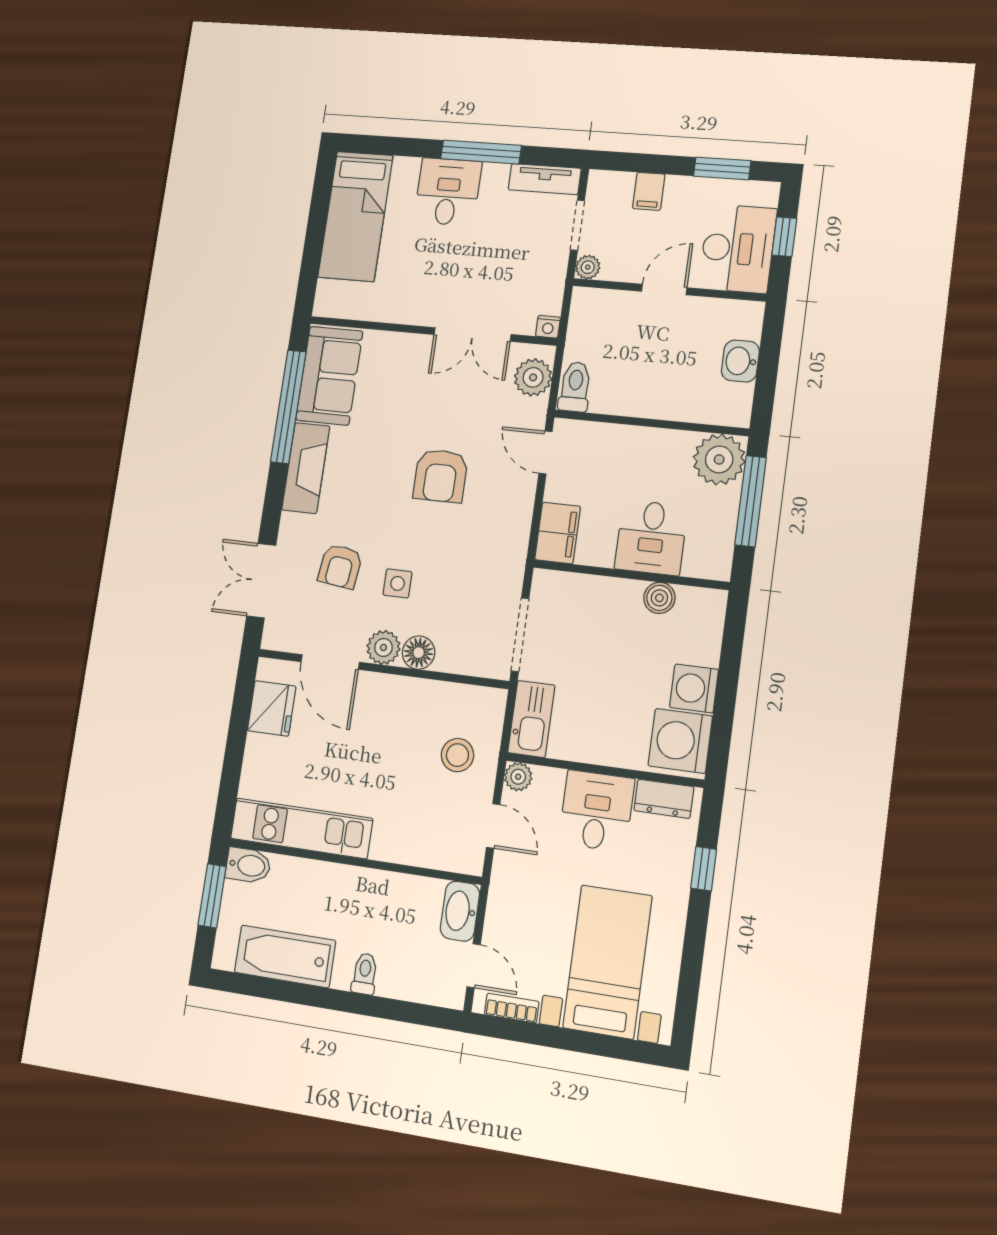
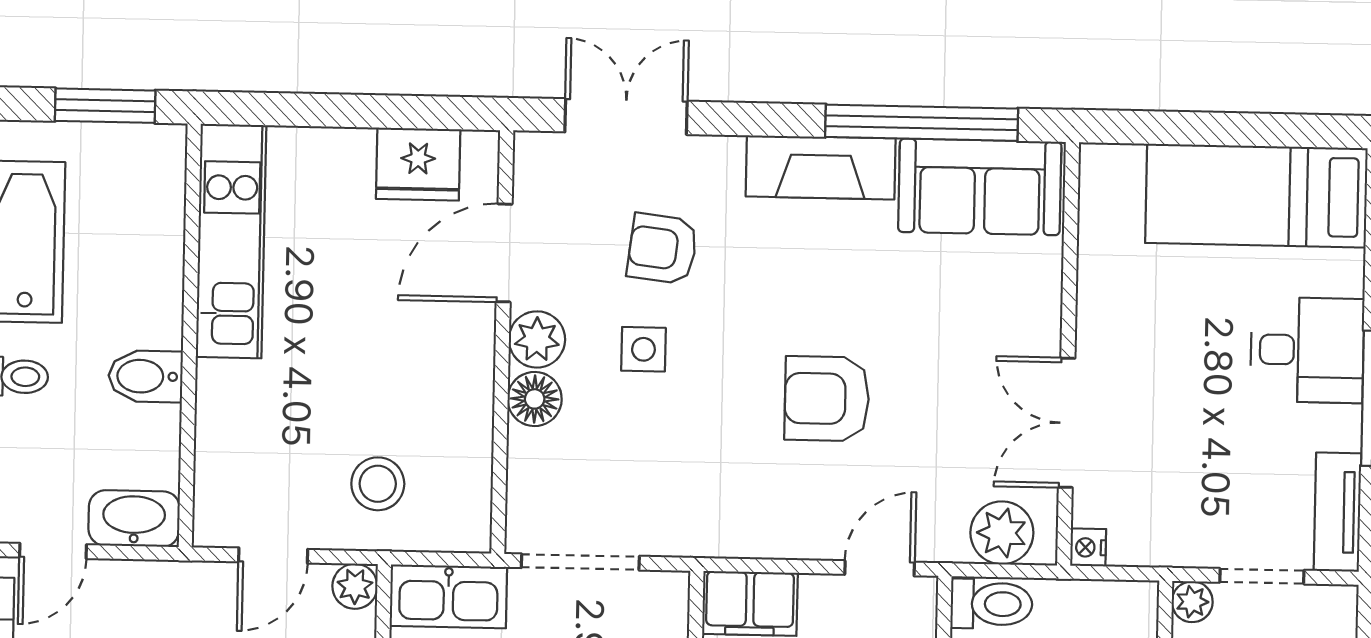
bidet: (248, 865) -> (145, 376), moved, turned 90

